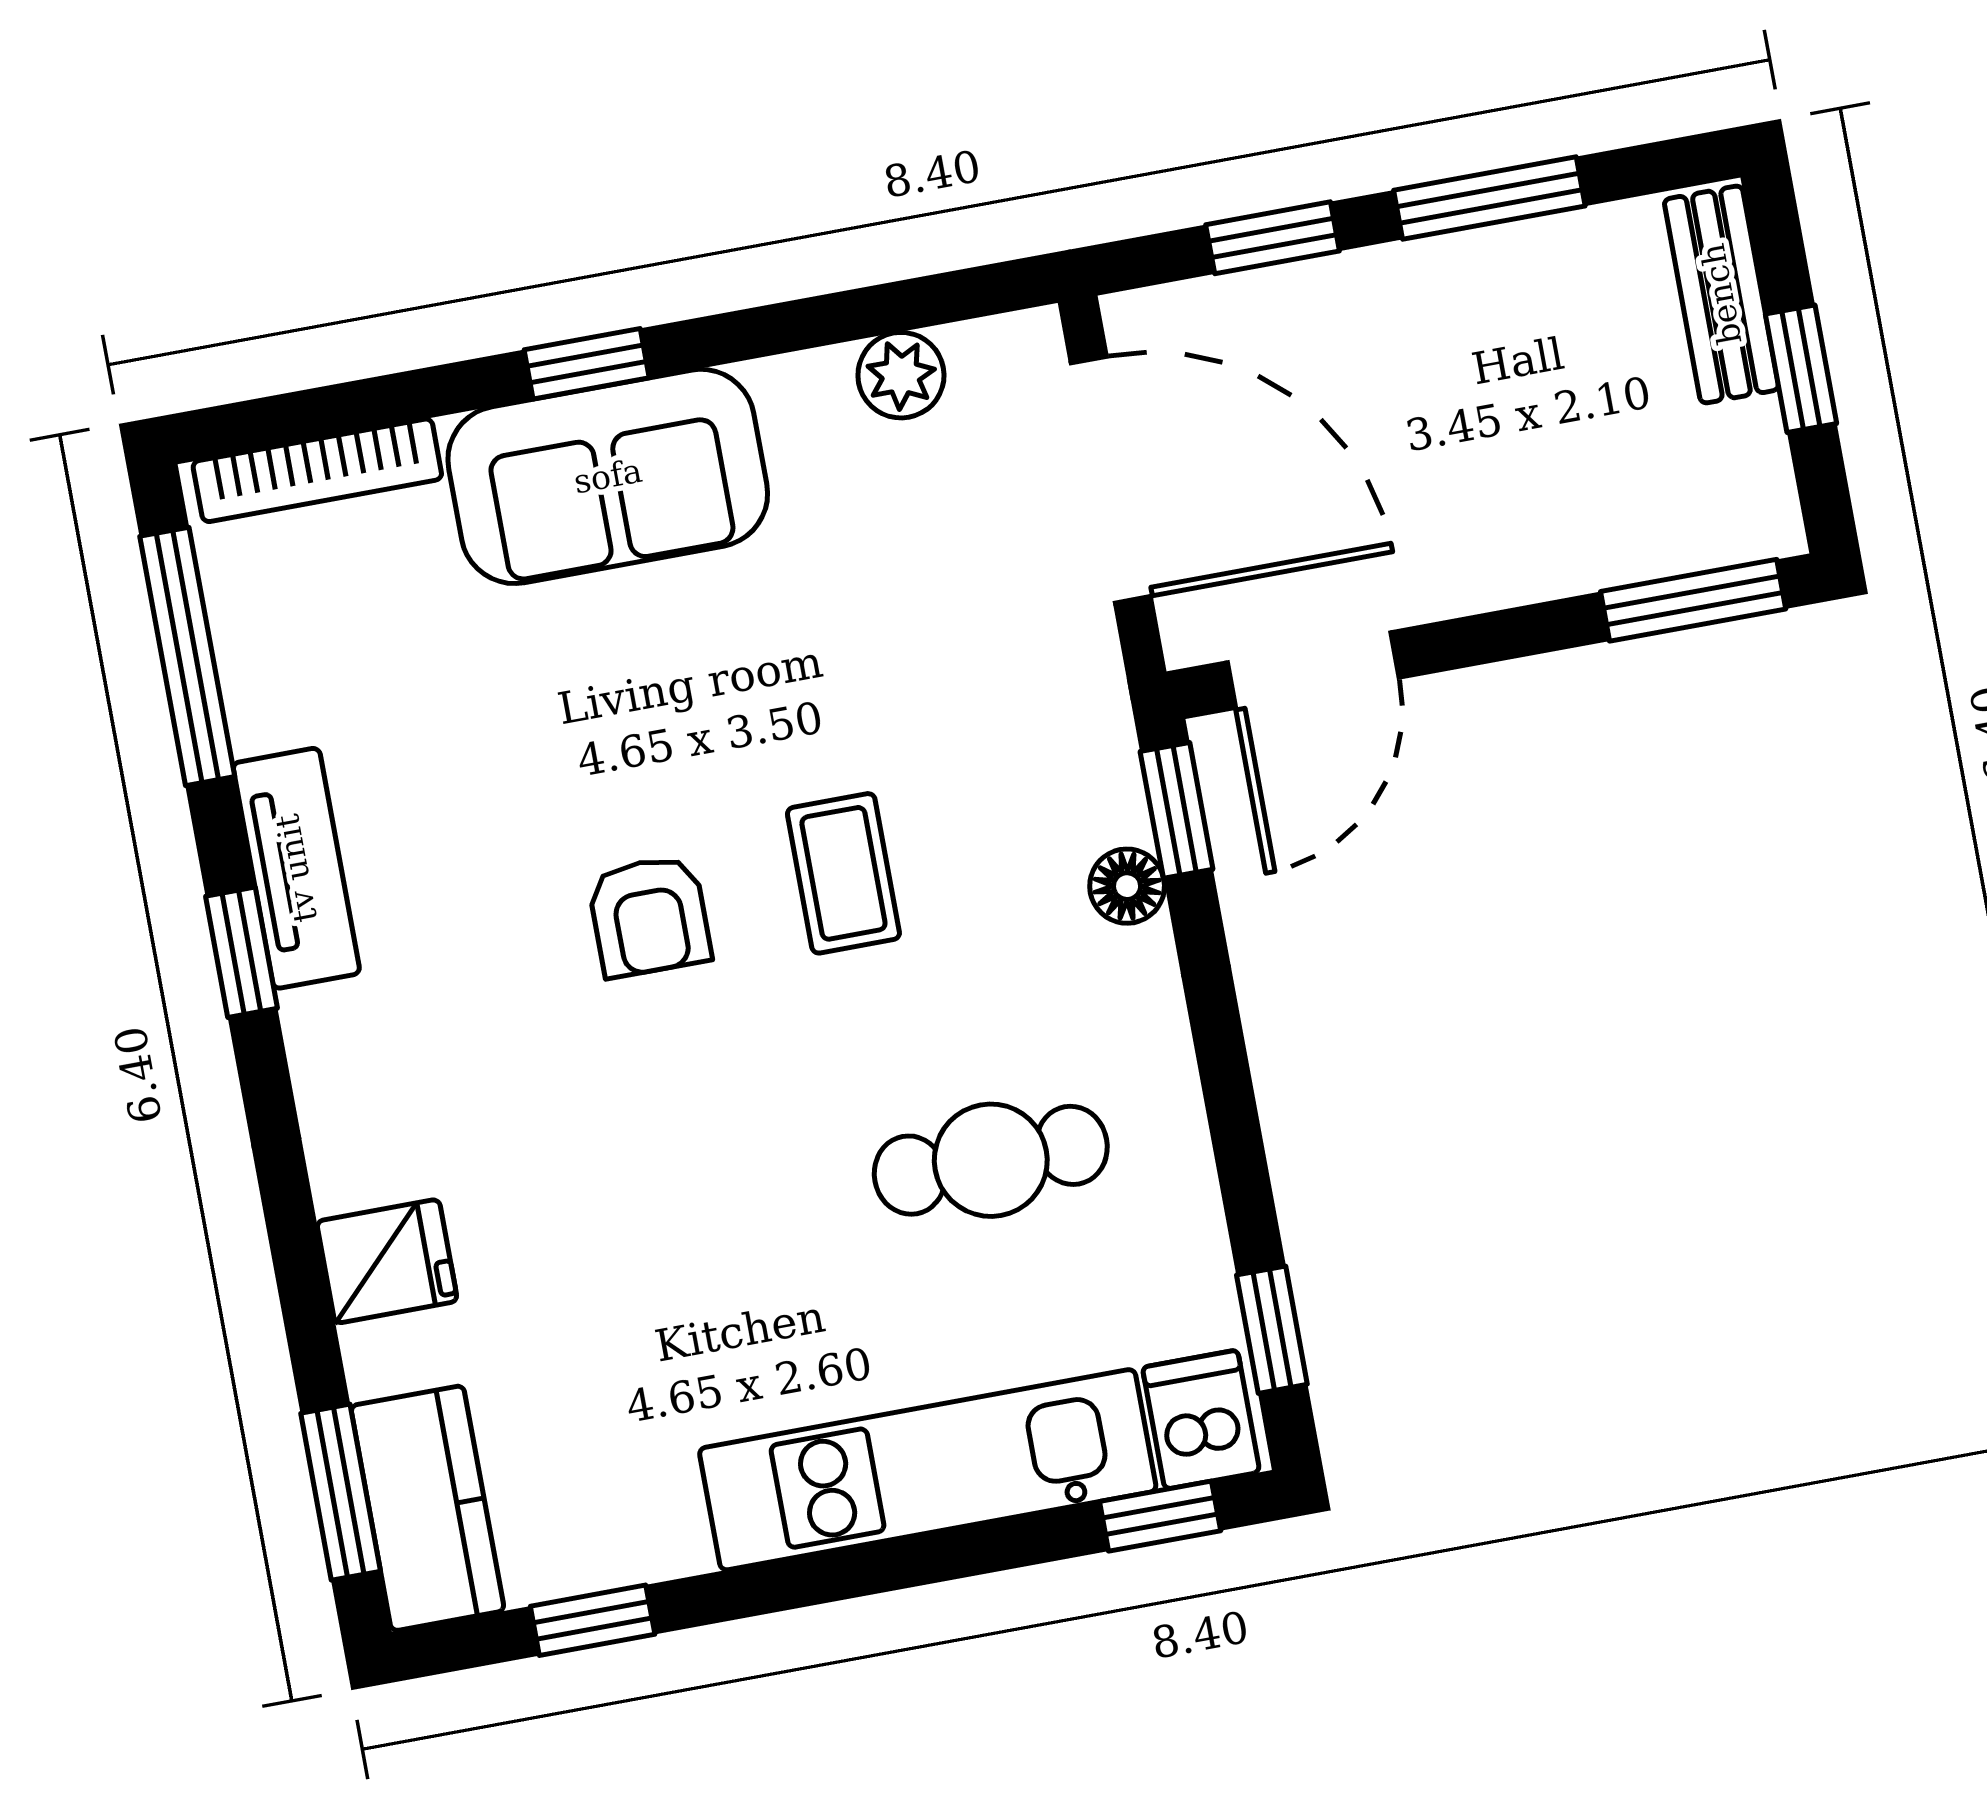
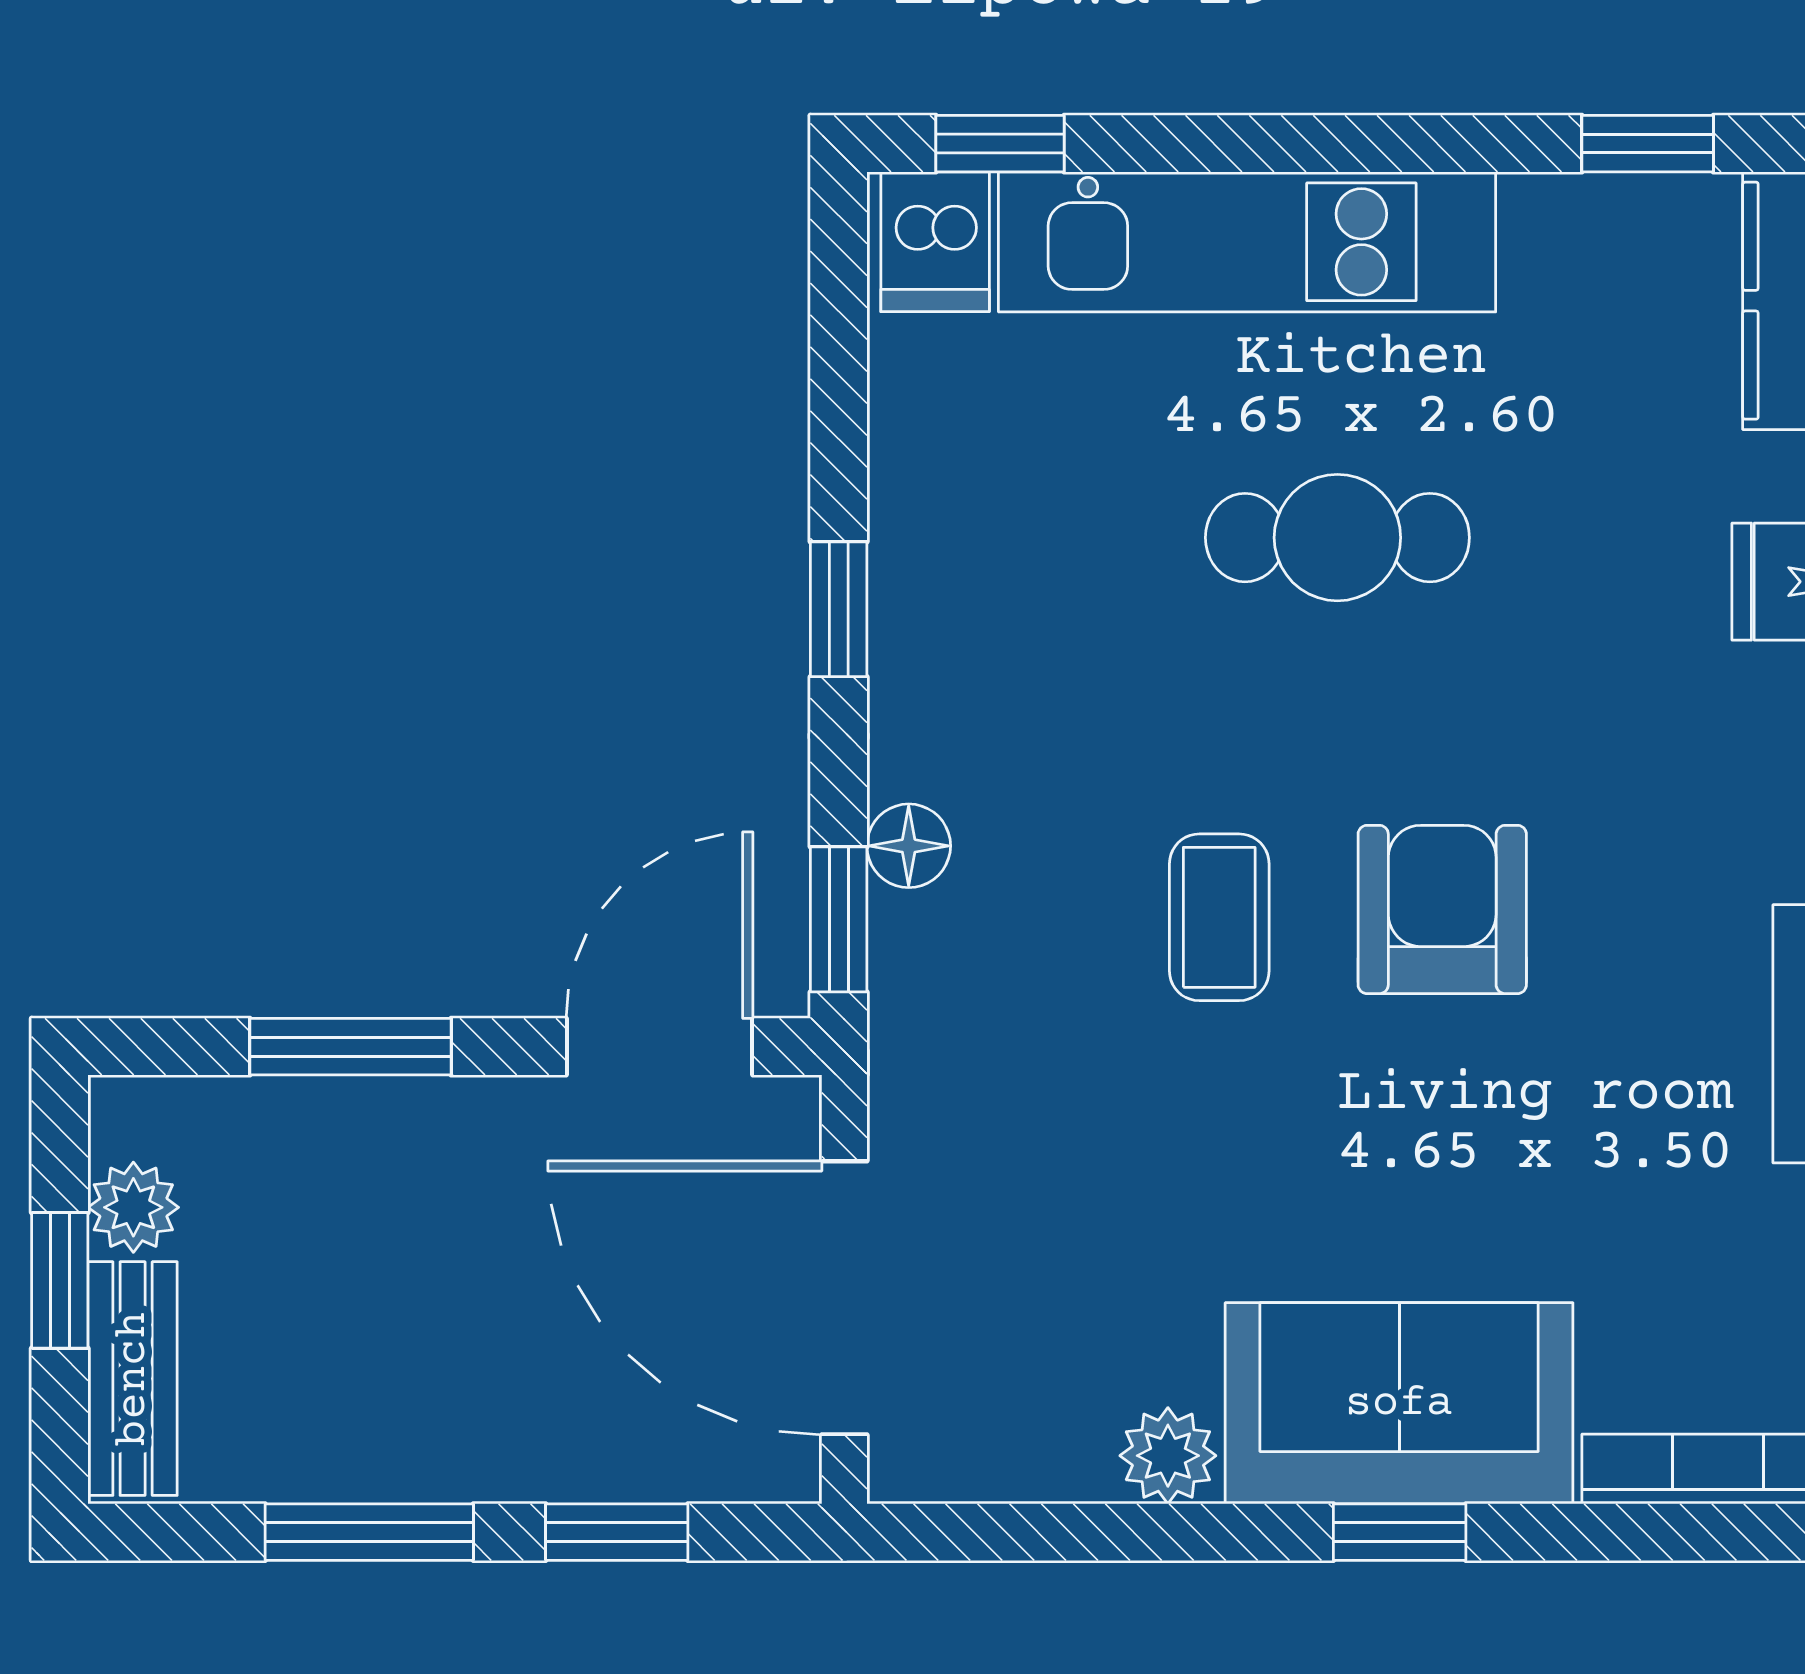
plant: (901, 375) -> (1168, 1456), moved
plant: (1748, 445) -> (133, 1207), added
window: (1693, 600) -> (351, 1047), moved
armchair: (649, 916) -> (1442, 909), width x1.38, depth x1.38
cafe table: (991, 1160) -> (1337, 538), moved
window: (1272, 1330) -> (839, 609), moved

